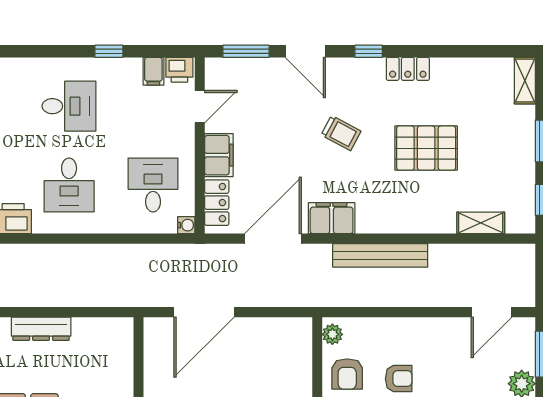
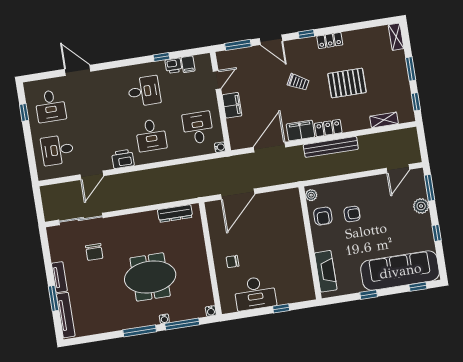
printer: (179, 70) -> (173, 66), moved
locker: (217, 203) -> (328, 128), moved, turned -90
dresser: (41, 329) -> (175, 213), moved

